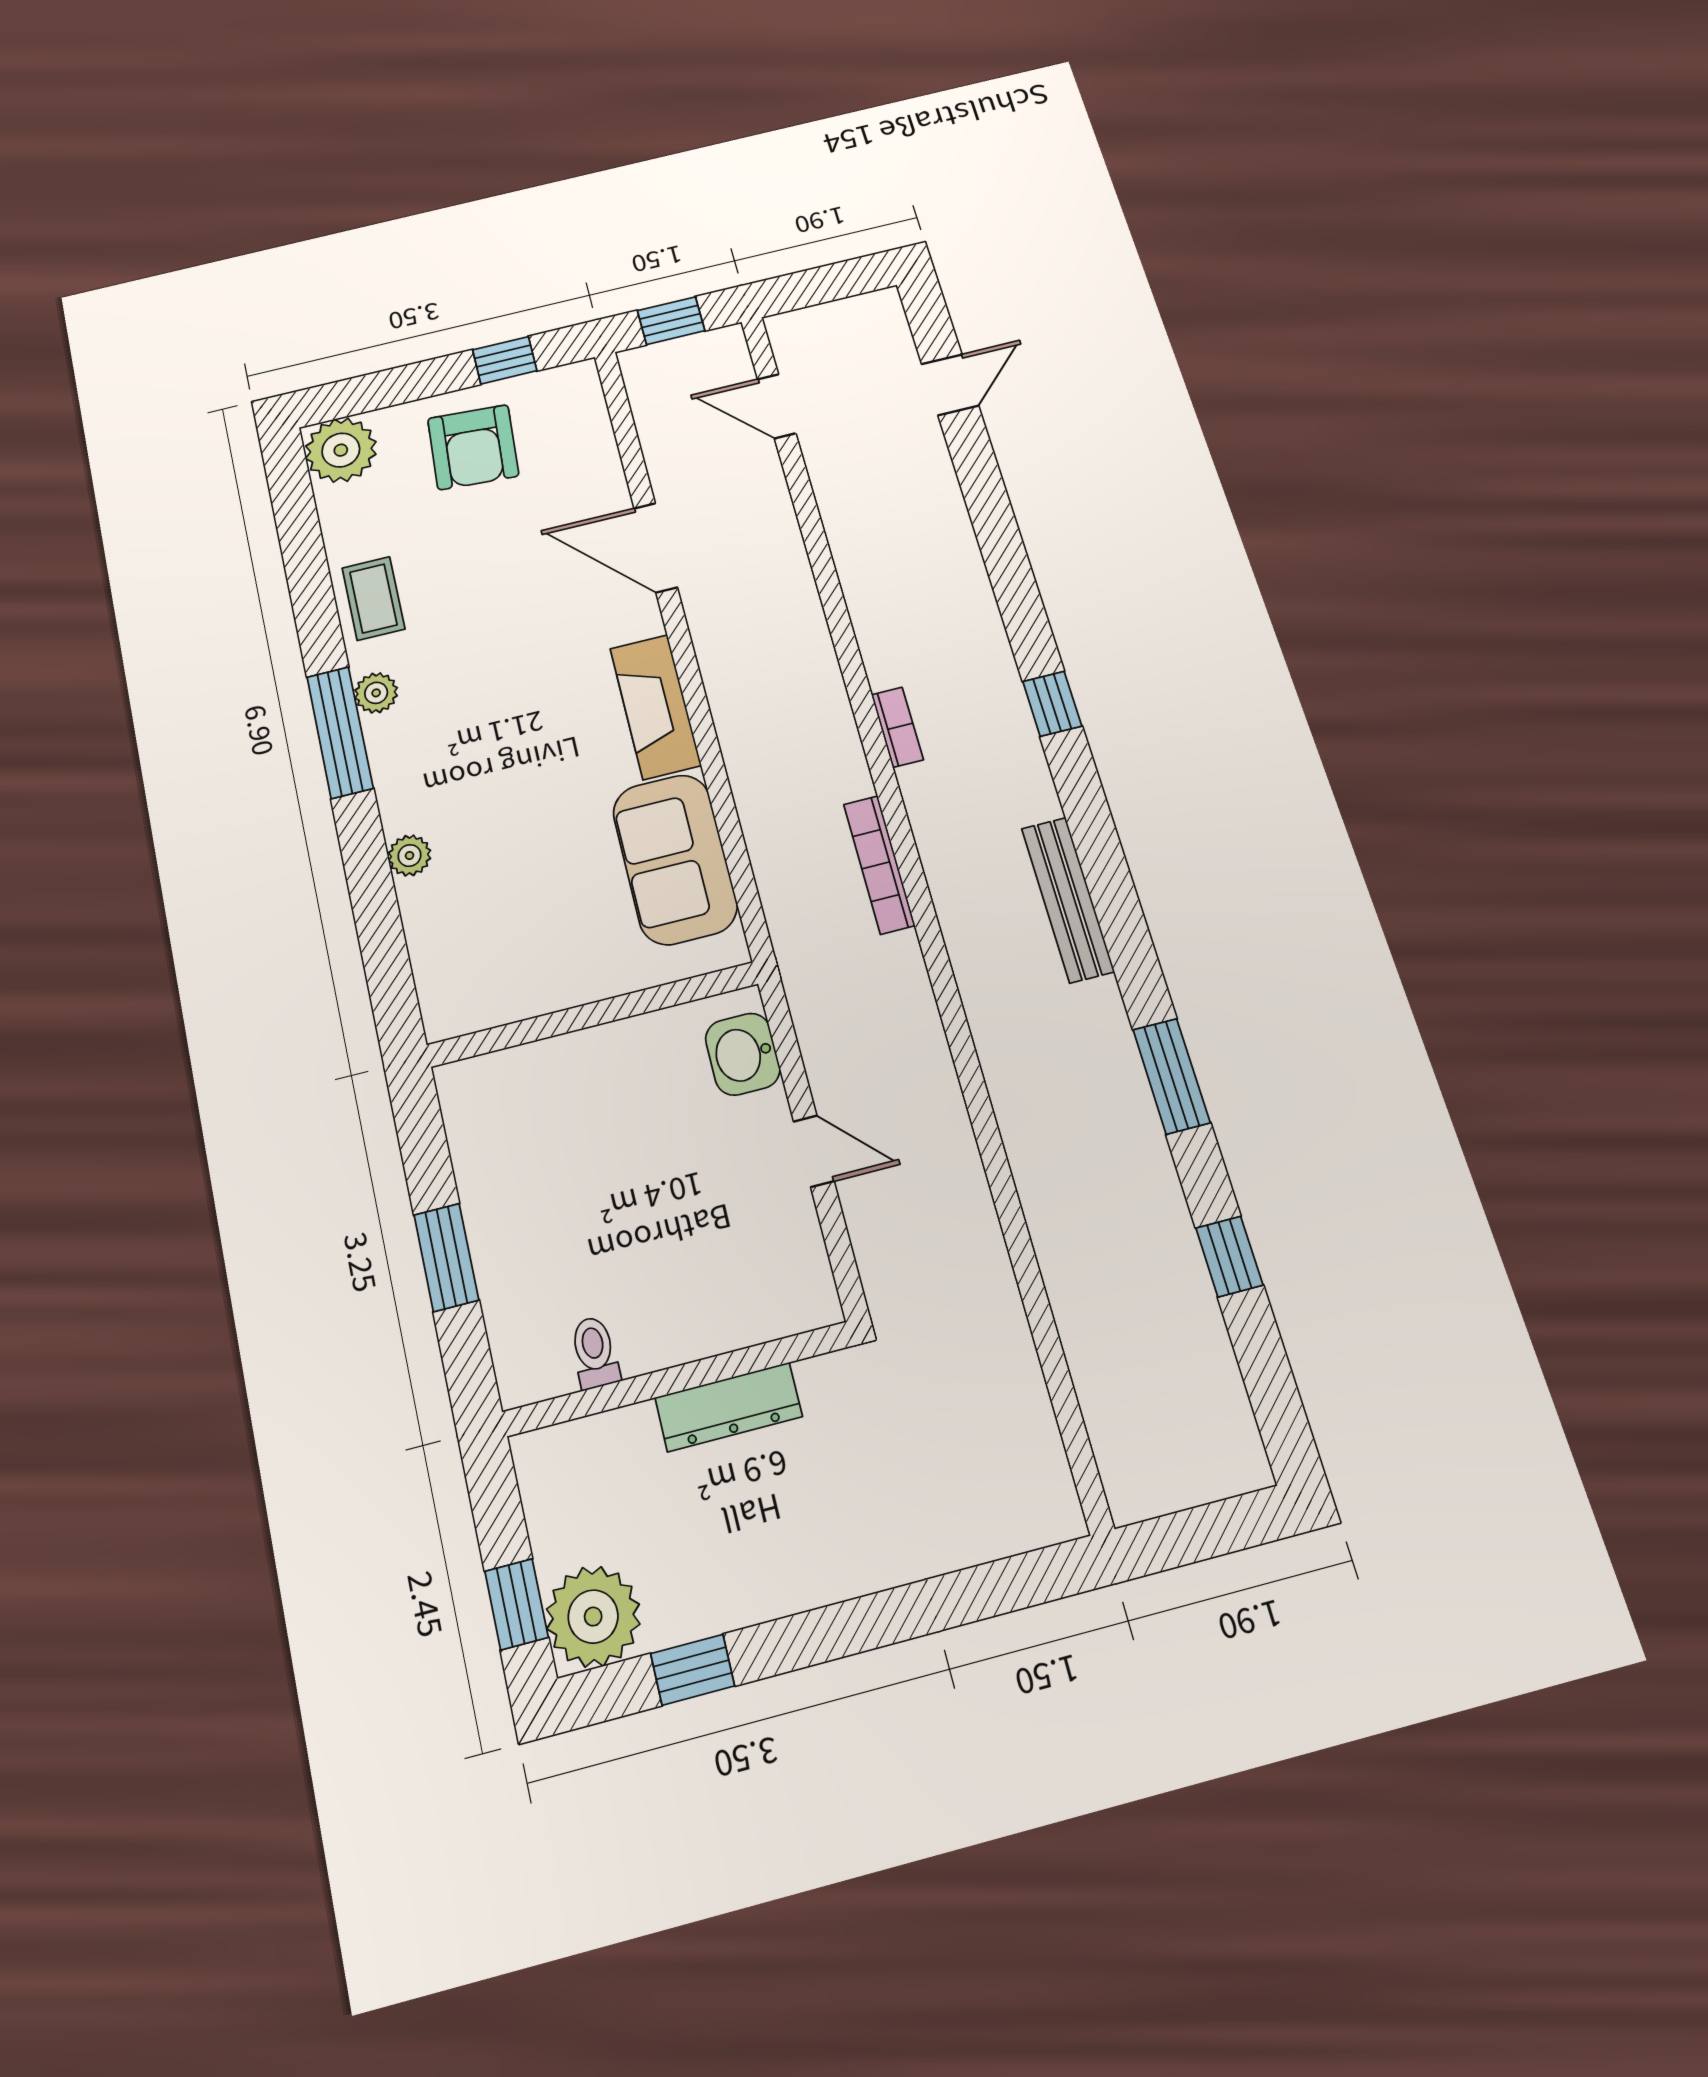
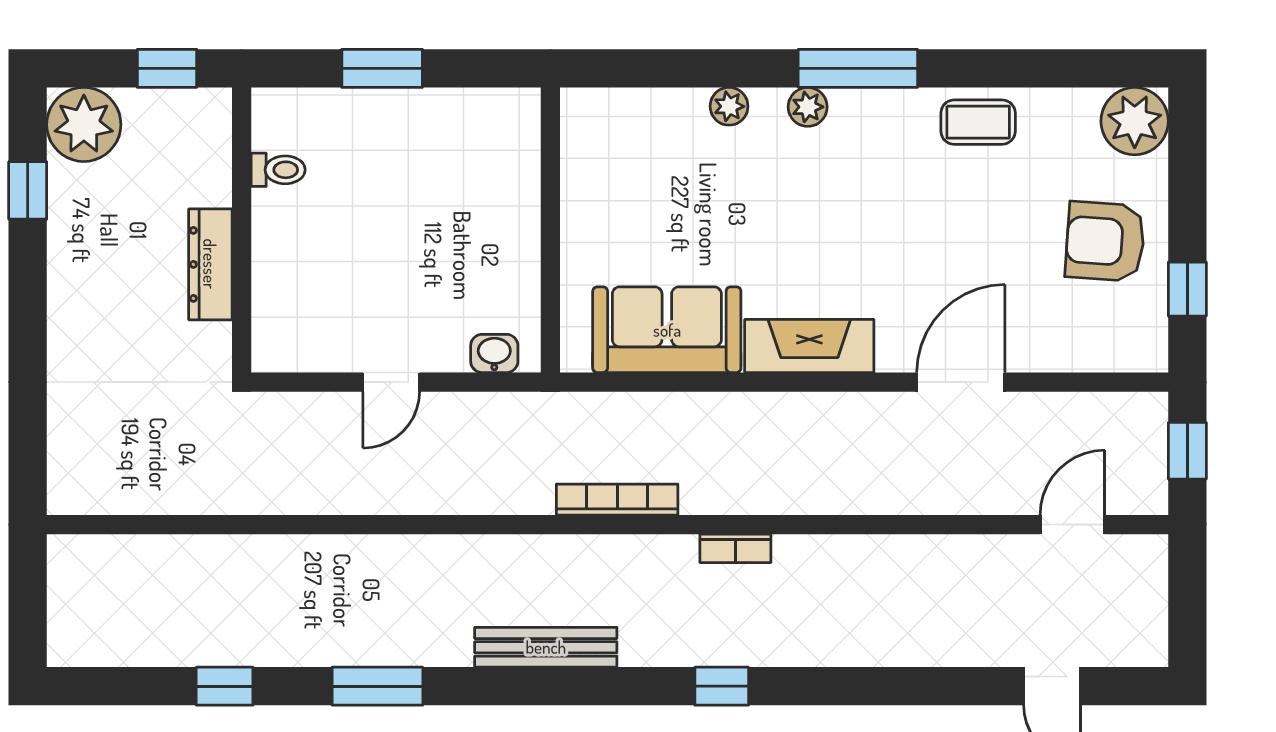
plant: (376, 693) -> (808, 107), moved
washbasin: (743, 1054) -> (494, 353), width x0.72, depth x0.69
window: (516, 1604) -> (167, 68), moved

